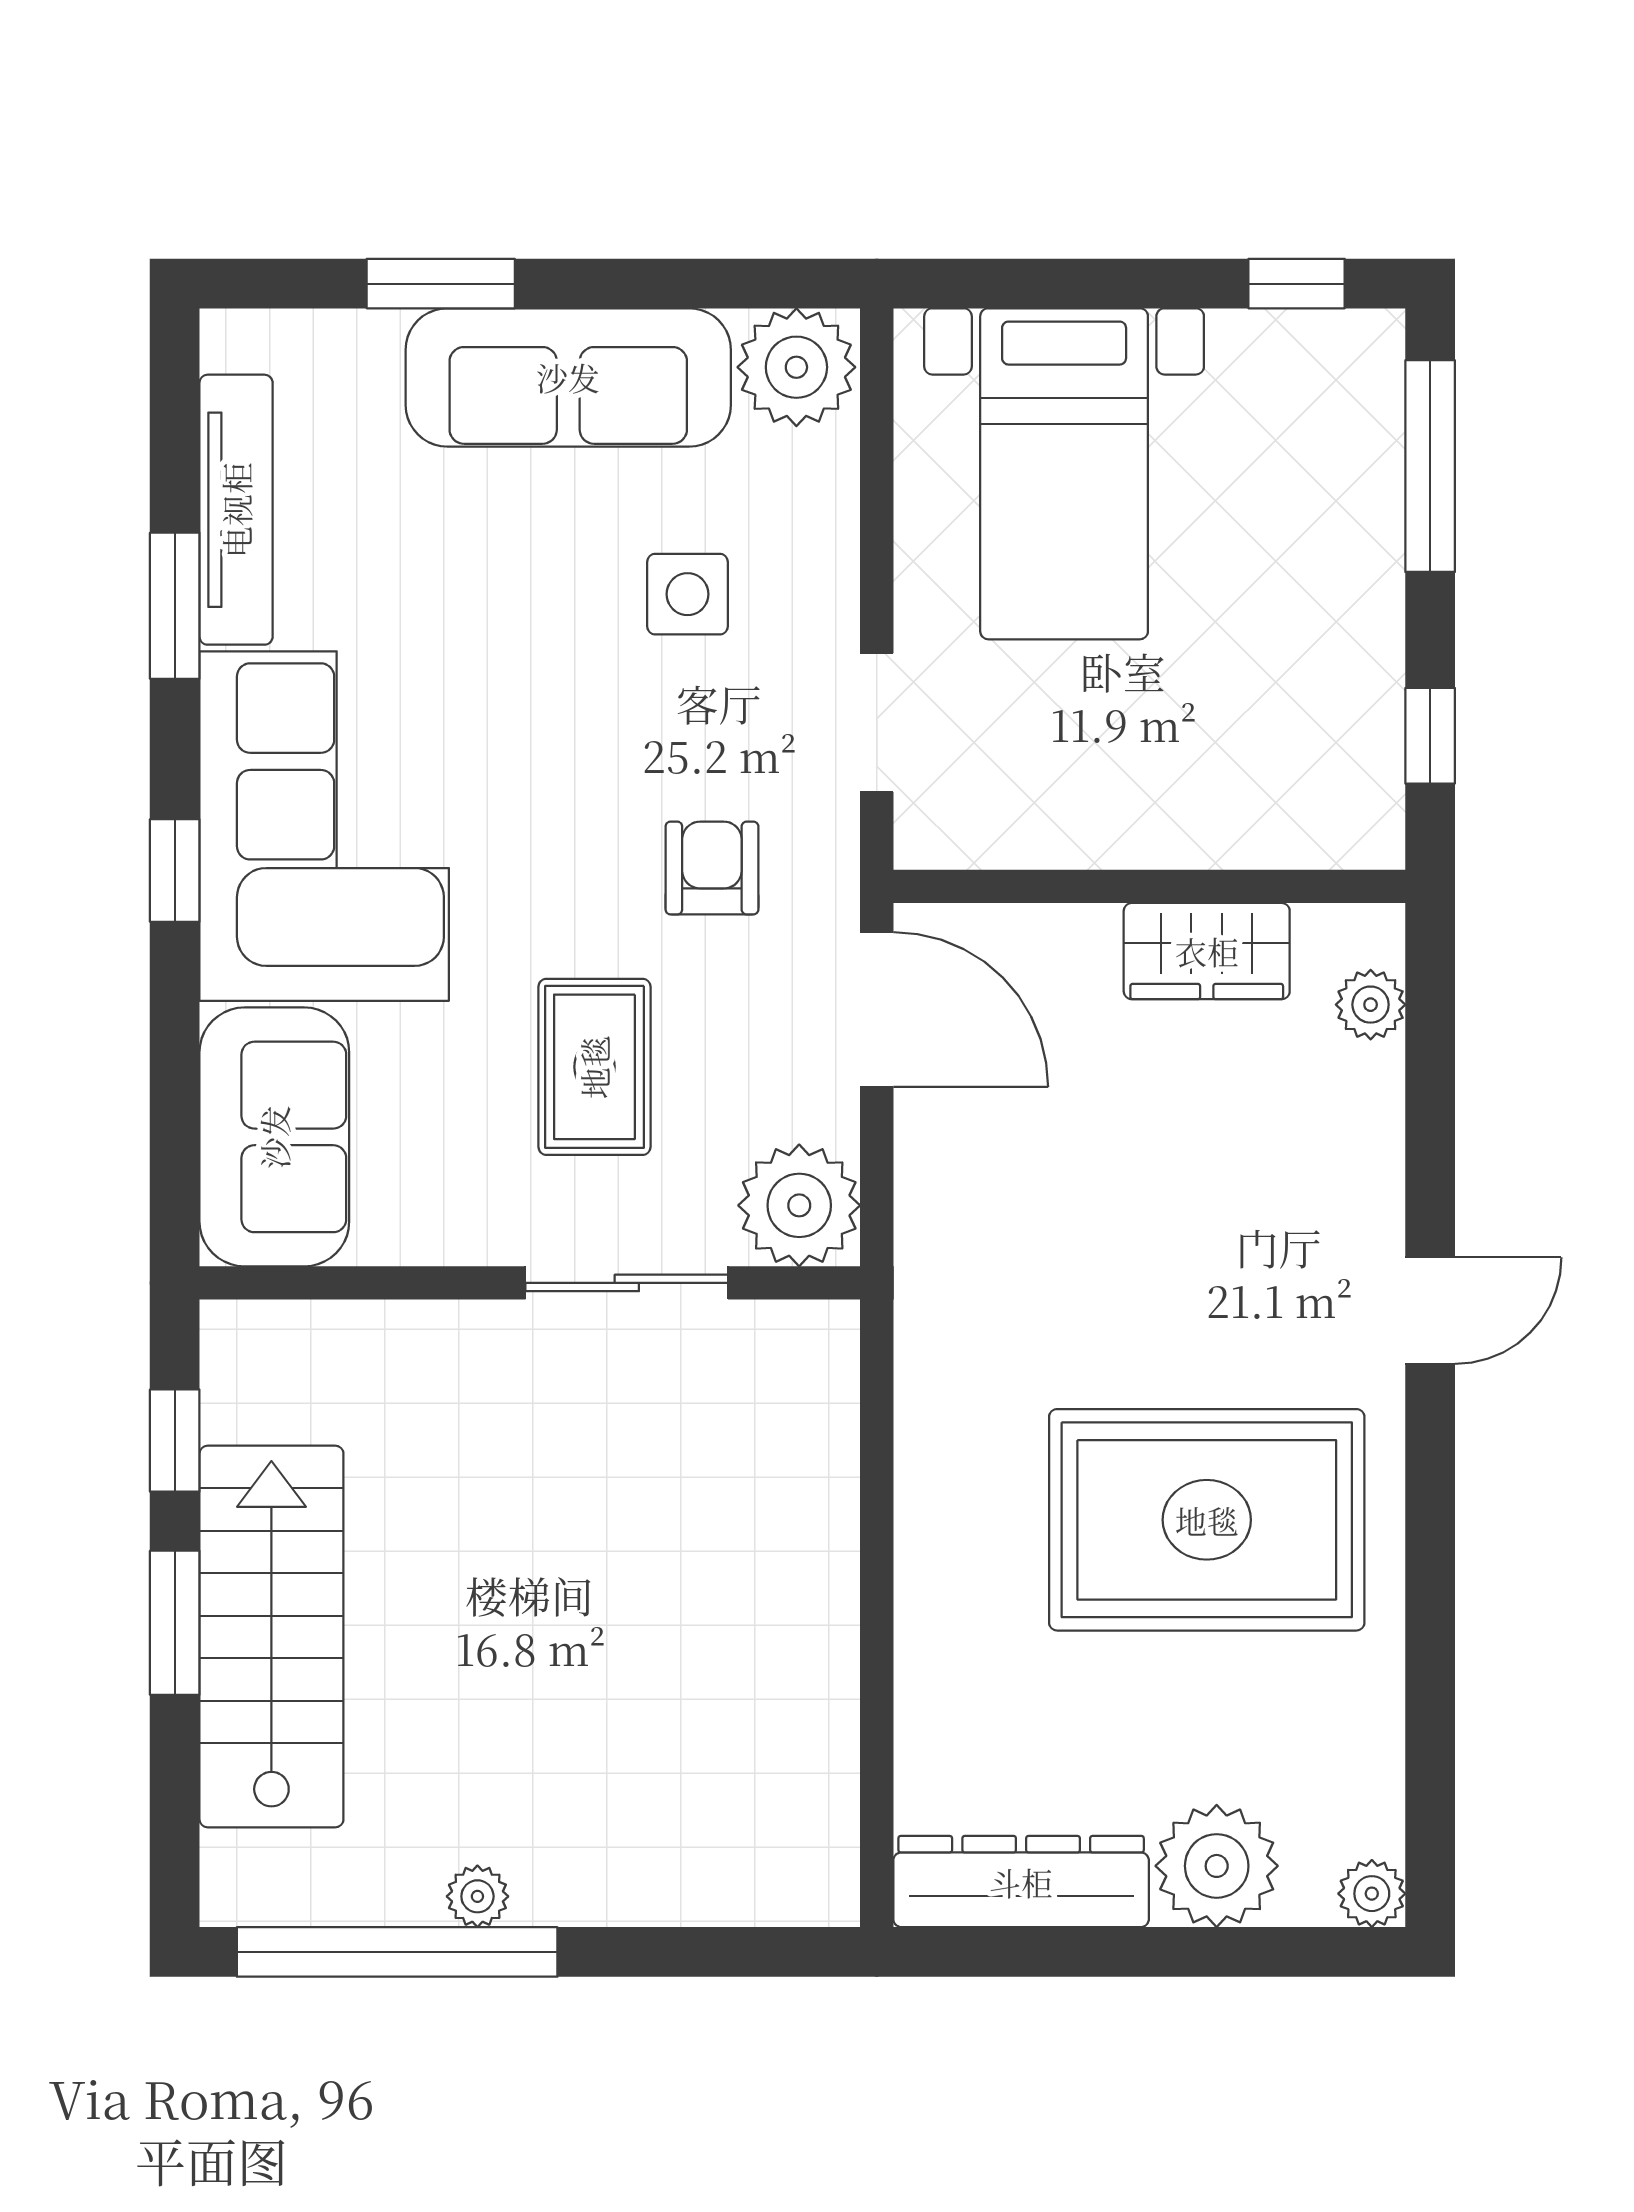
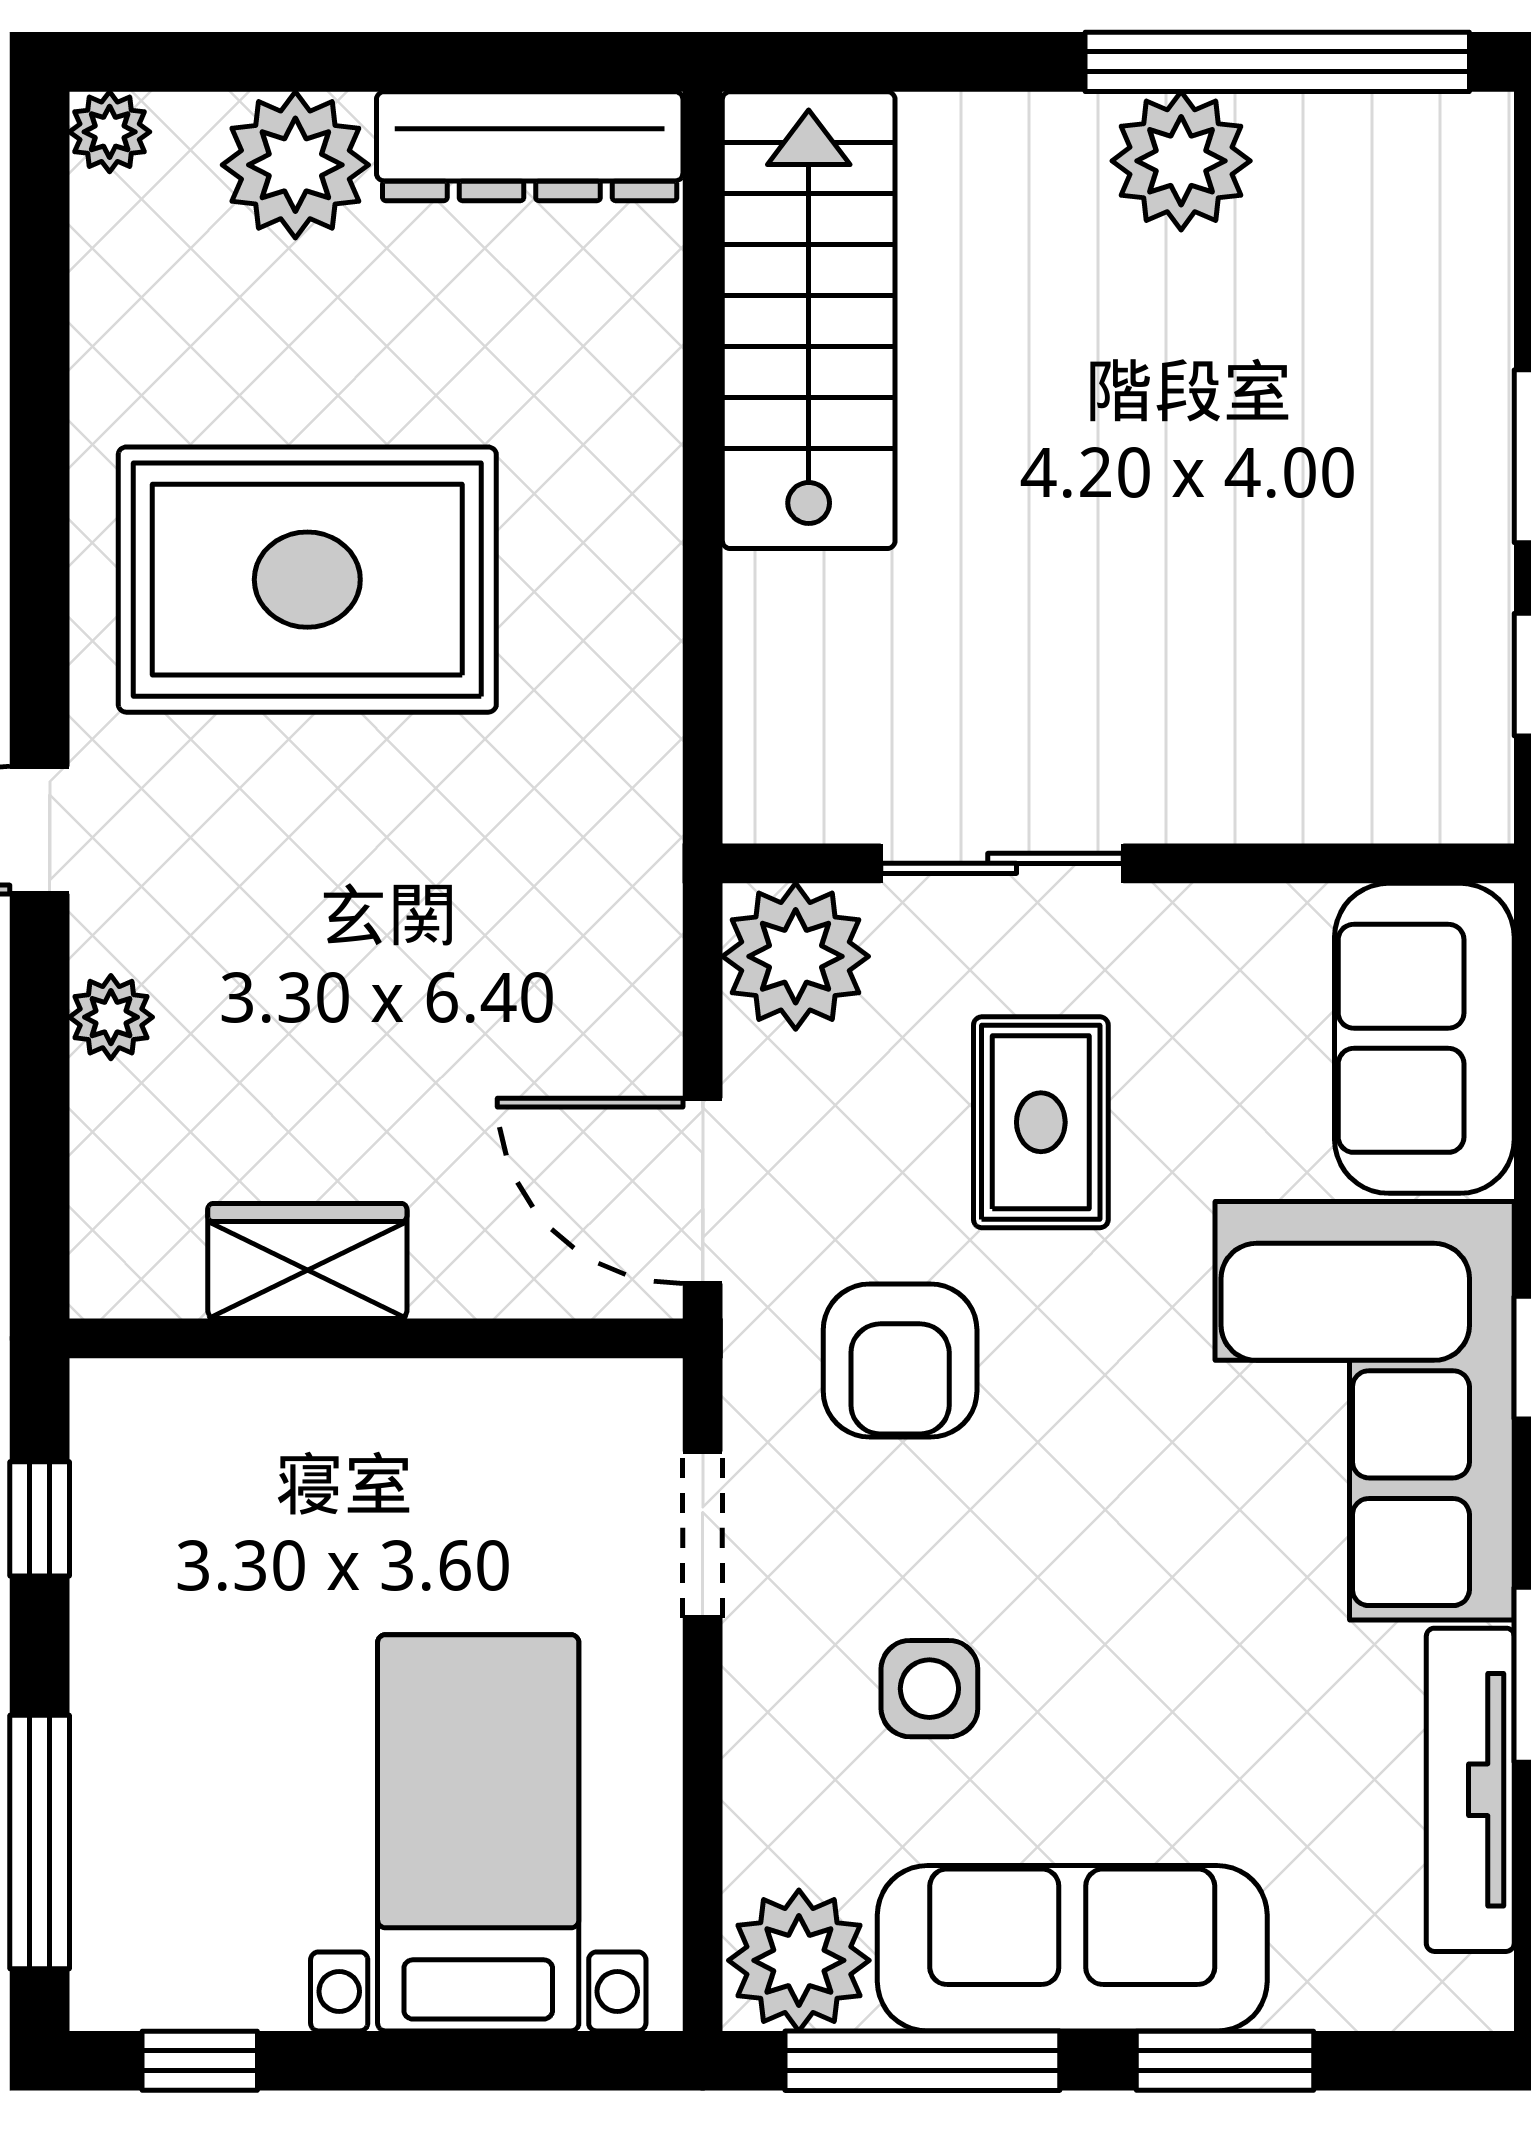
window: (693, 284) -> (922, 2061), added
armchair: (712, 868) -> (900, 1360), width x1.38, depth x1.38
plant: (1371, 1005) -> (111, 1017), moved
stairs: (271, 1637) -> (809, 320), moved, turned 180
plant: (477, 1896) -> (1181, 161), width x1.88, depth x1.88

